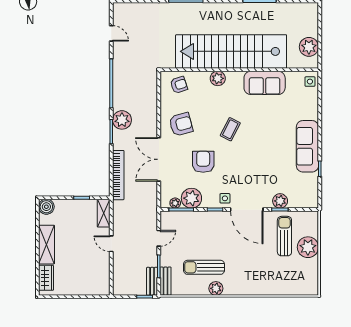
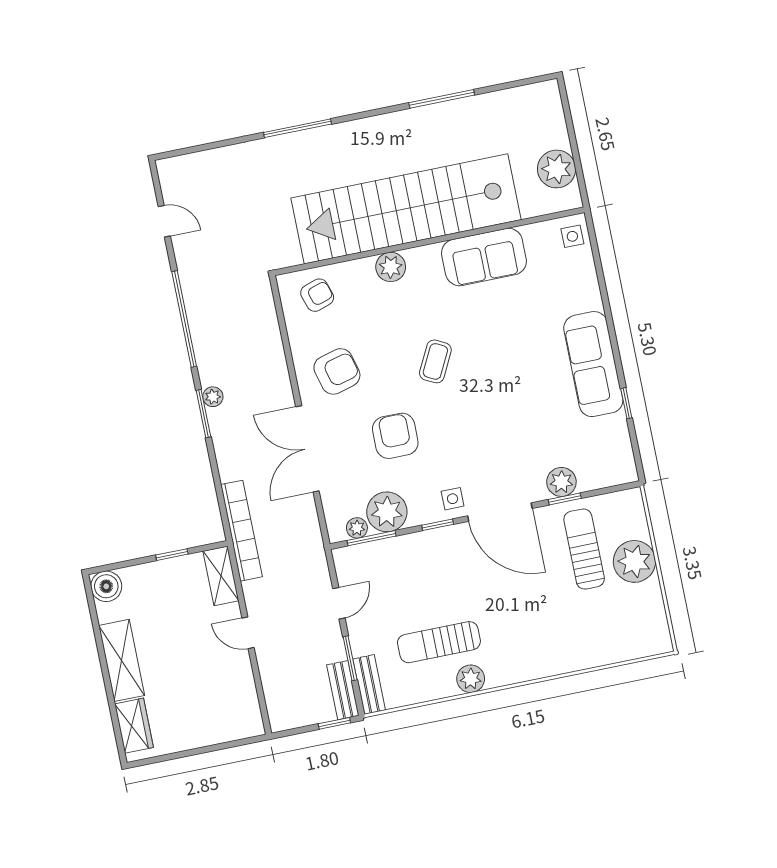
plant: (122, 120) -> (213, 397), width x0.53, depth x0.53
bookcase: (118, 175) -> (241, 531), moved

